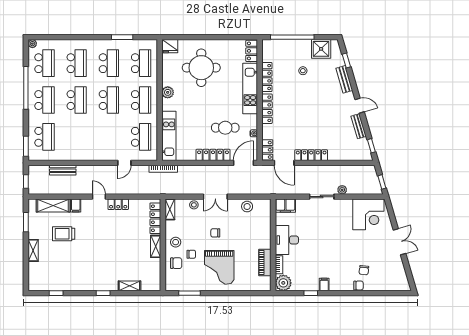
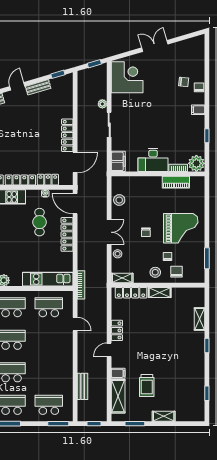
locker: (267, 150) -> (48, 180), moved
filing cabinet: (324, 285) -> (198, 110), moved

